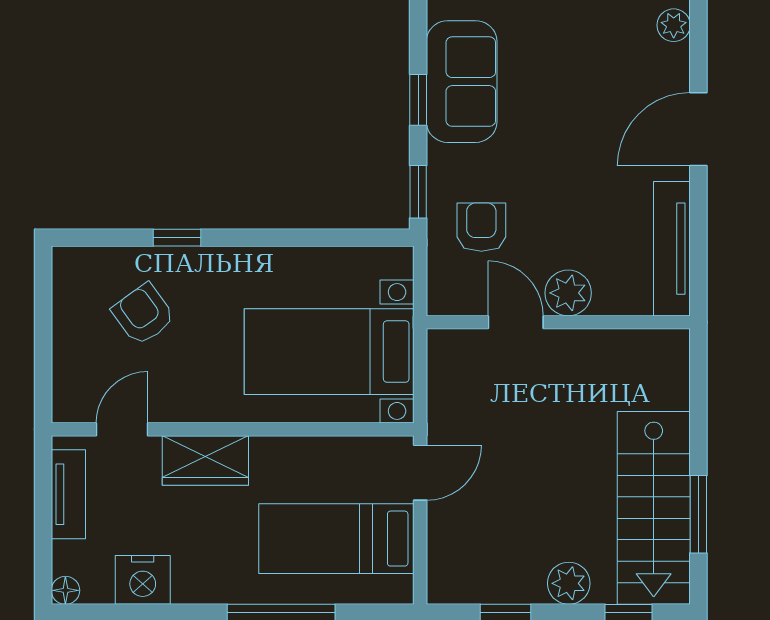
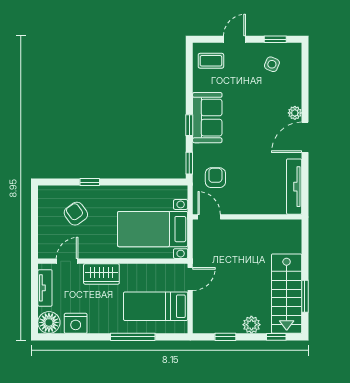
plant: (674, 25) -> (295, 113), moved
plant: (568, 293) -> (251, 205), removed
door: (516, 322) -> (209, 217), moved
floor lamp: (65, 590) -> (49, 322), width x1.89, depth x1.89

